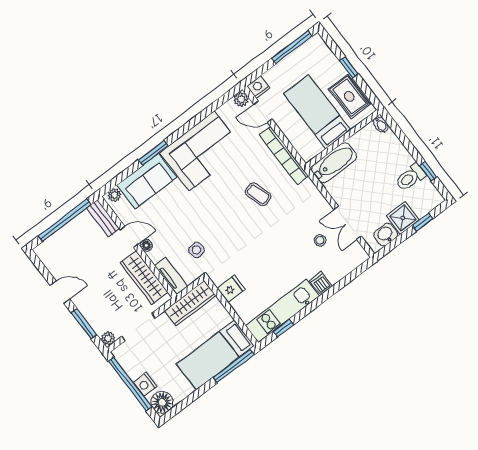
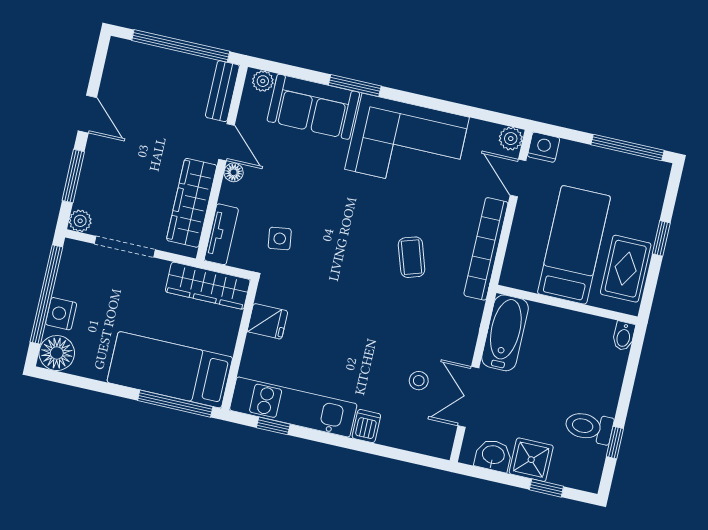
bathtub: (334, 163) -> (505, 333), moved, turned -90

